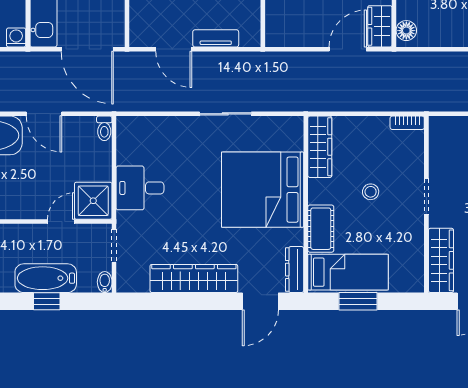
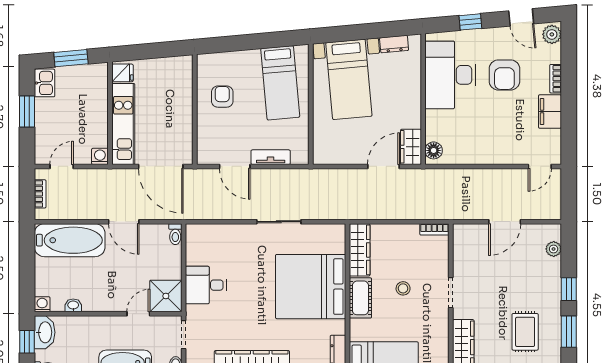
cot: (321, 229) -> (360, 298), moved

